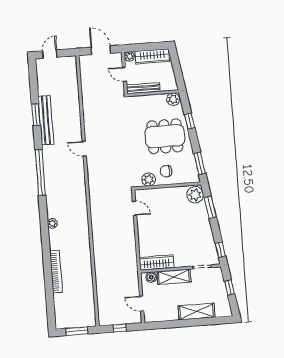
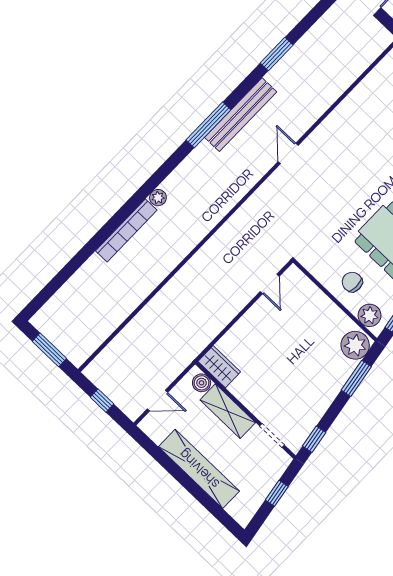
bench: (46, 120) -> (241, 115), moved
window: (40, 173) -> (208, 125), width x0.68
plant: (149, 180) -> (370, 315), moved
wardrobe: (157, 263) -> (219, 367), width x0.67
bookcase: (56, 272) -> (126, 231), moved
door: (142, 304) -> (158, 401), swing flipped
shelving: (196, 312) -> (199, 469), width x1.47

